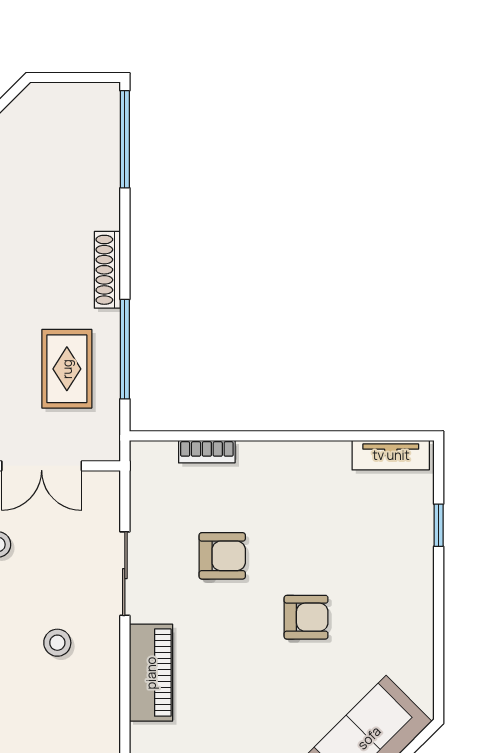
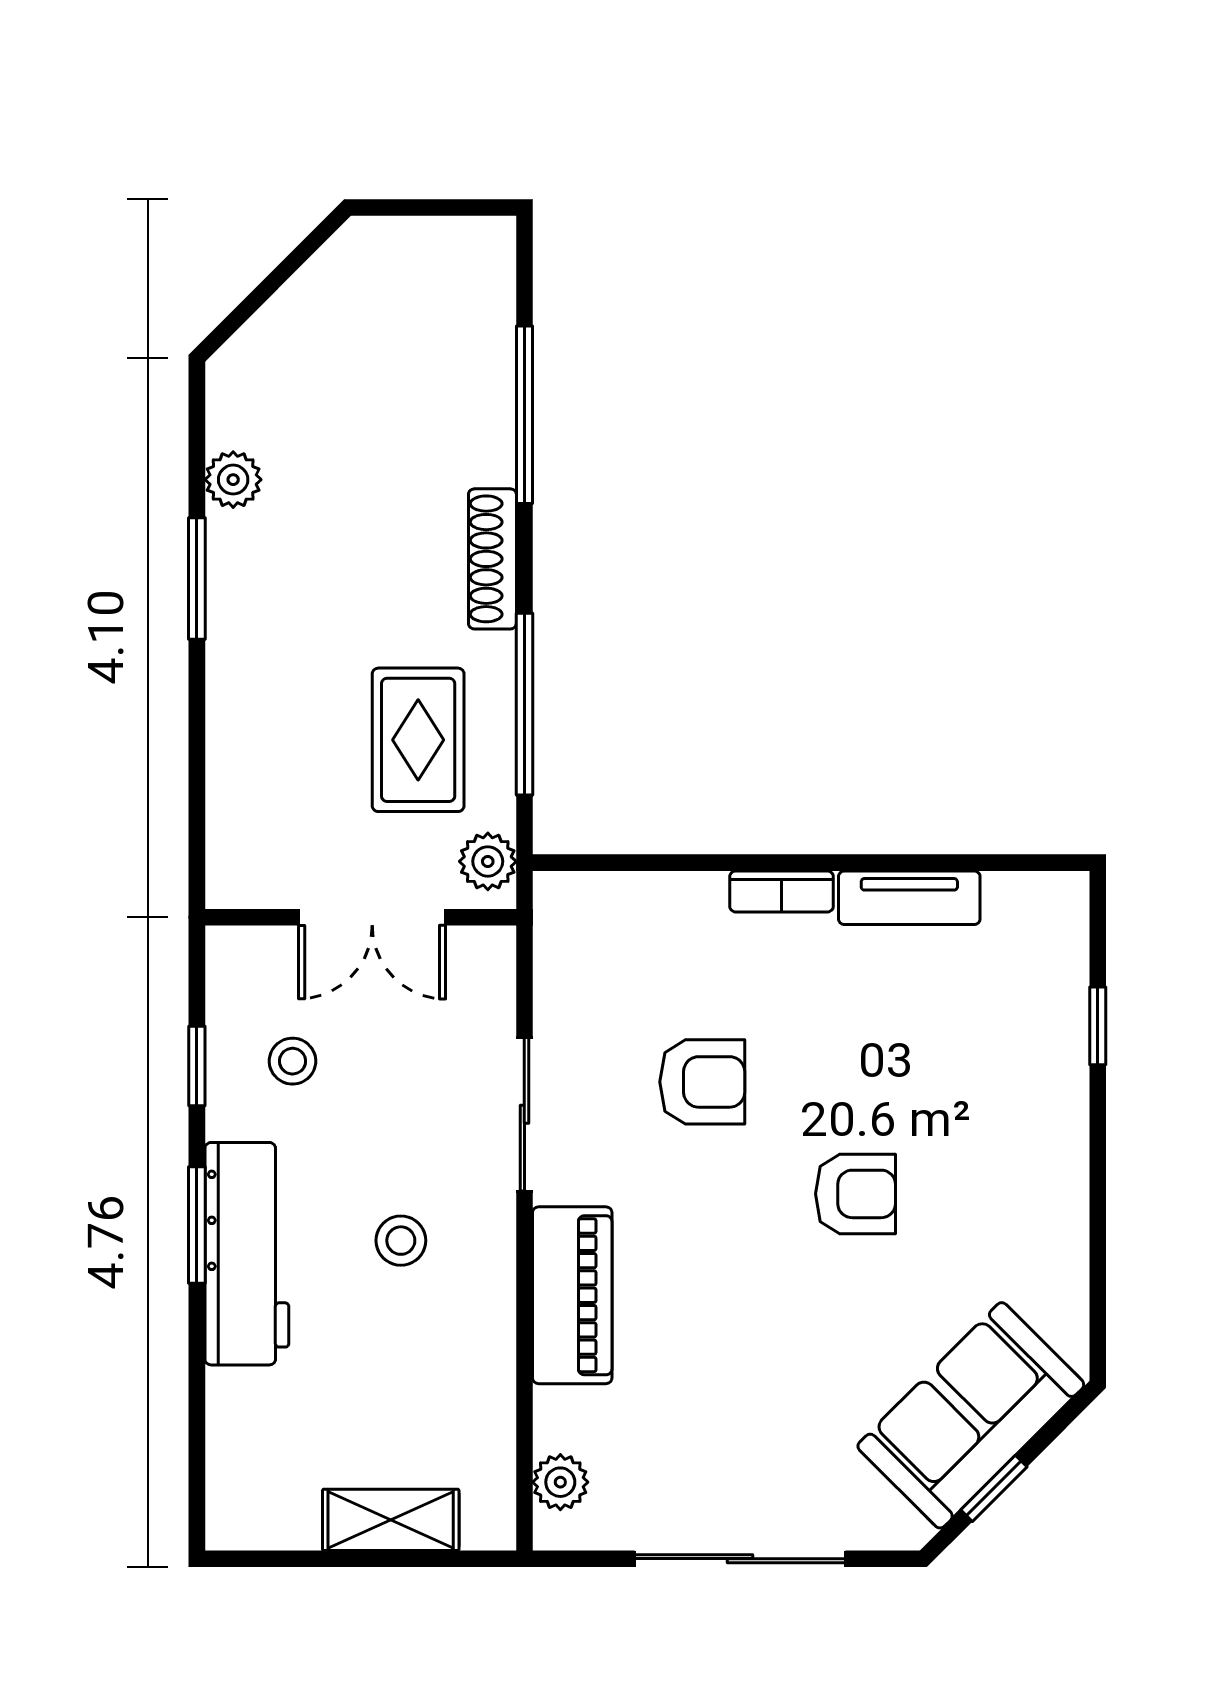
window: (125, 139) -> (524, 415), moved
plant: (105, 435) -> (488, 861), added
bookcase: (207, 452) -> (782, 891), moved
tv unit: (391, 455) -> (909, 898), moved

